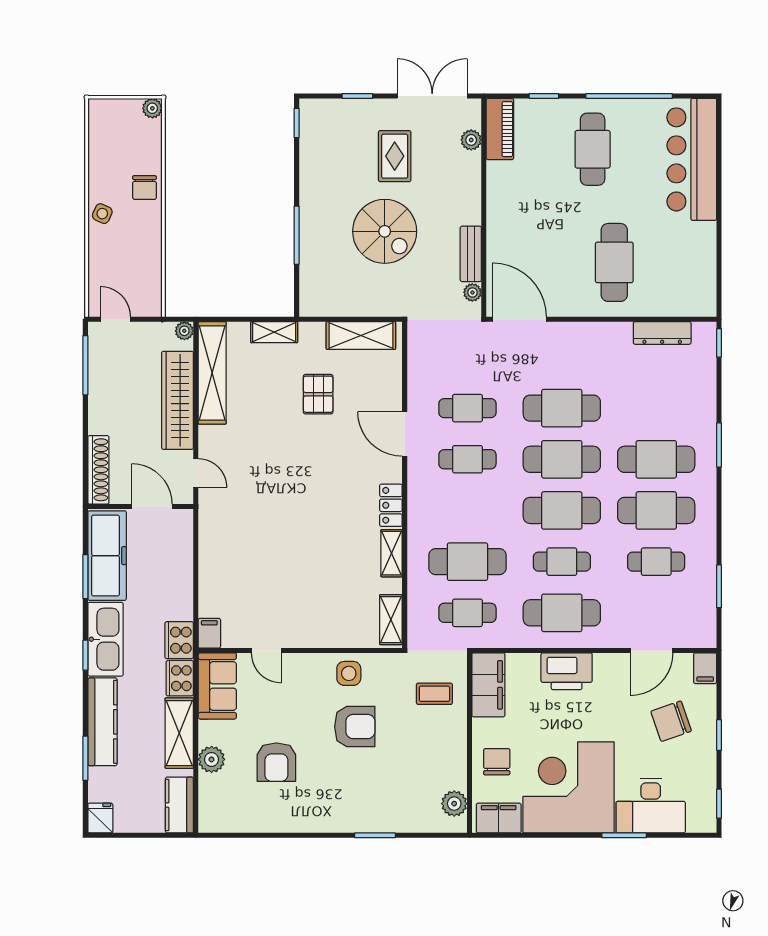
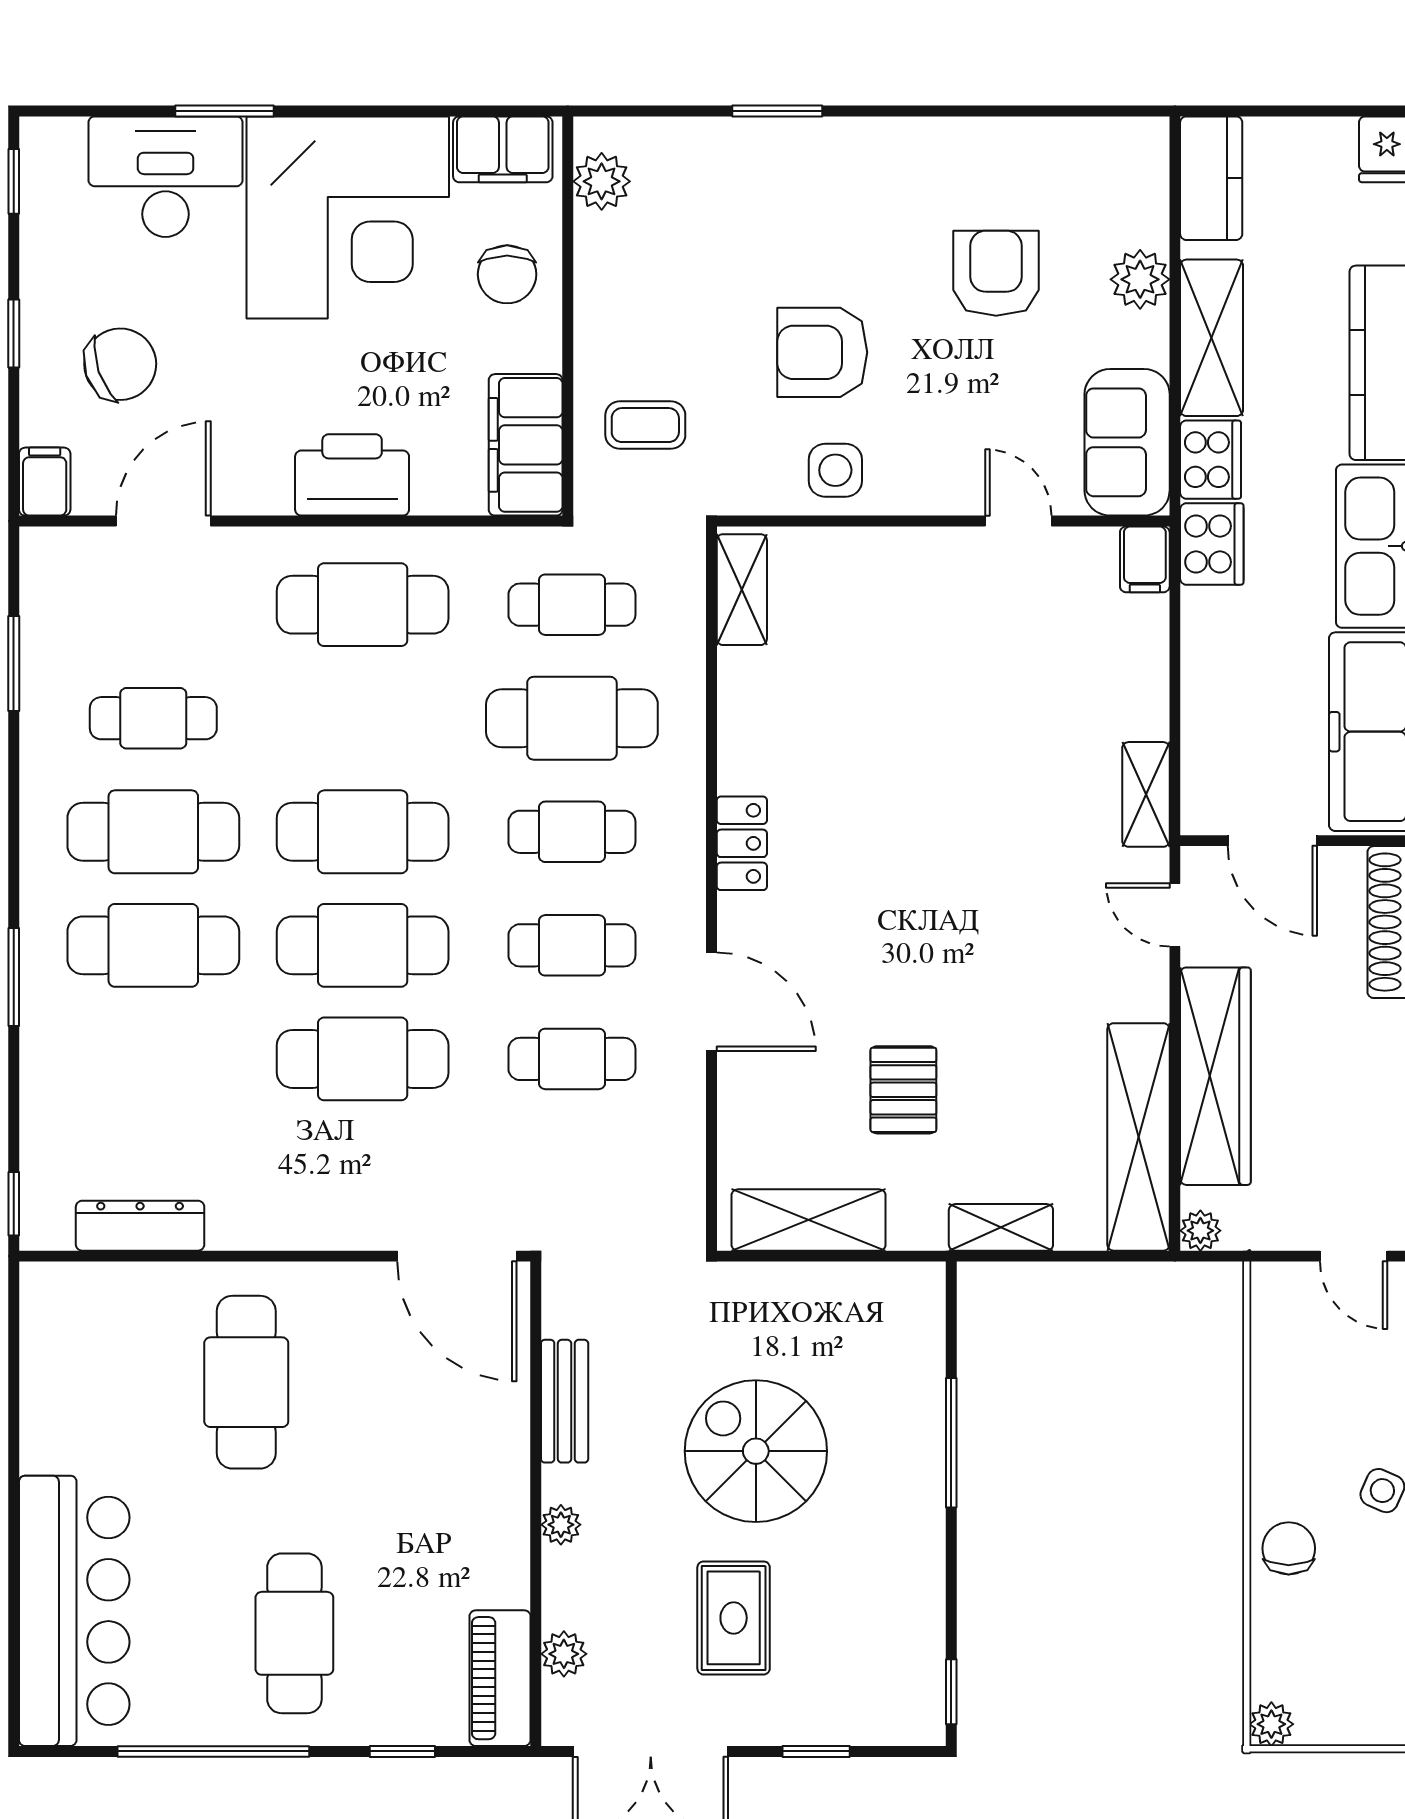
plant: (472, 292) -> (561, 1525), moved
shelving: (392, 553) -> (1146, 794), moved
cafe table: (562, 562) -> (572, 832), moved

